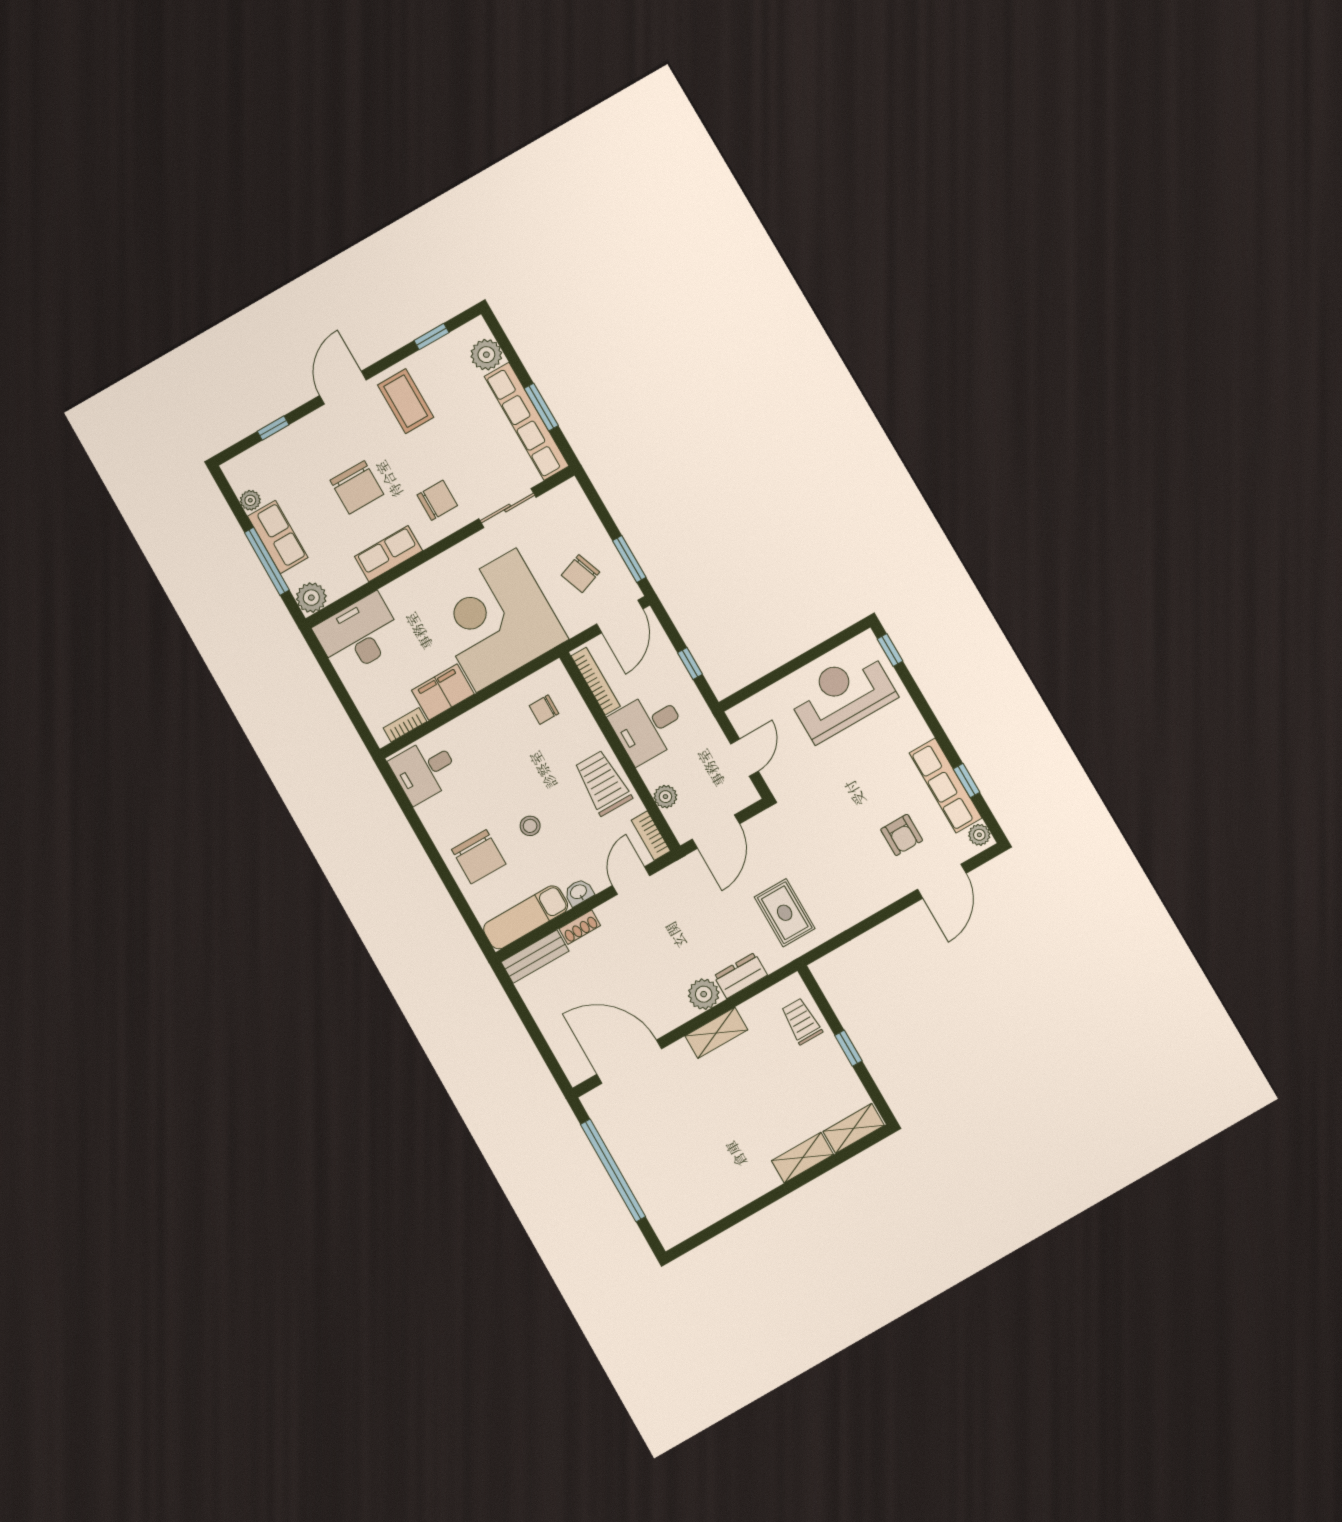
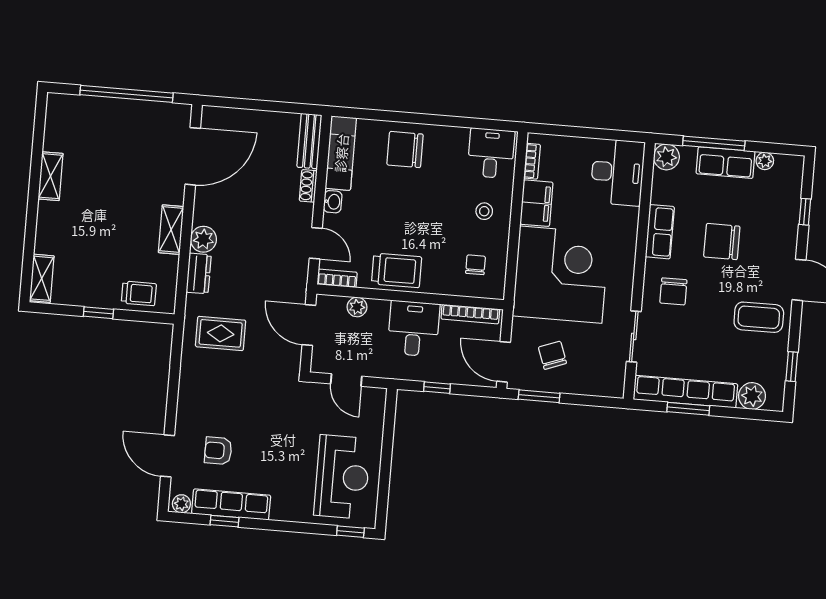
stool: (530, 826) -> (484, 211), moved
shelving: (803, 1158) -> (50, 176), moved

